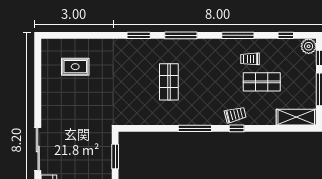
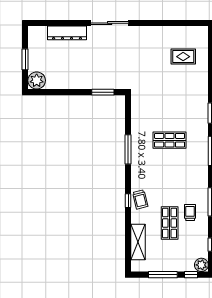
rug: (75, 67) -> (183, 57), turned 90
shelving: (296, 117) -> (138, 242), moved
window: (195, 128) -> (128, 149), moved

